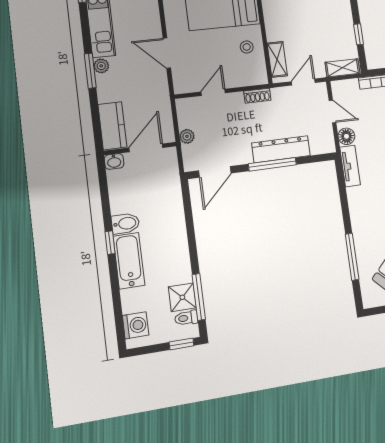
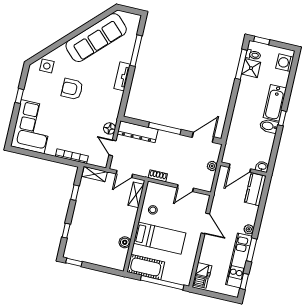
window: (90, 71) -> (252, 250), moved
dresser: (281, 149) -> (138, 132), moved
tv unit: (350, 166) -> (122, 76), moved

